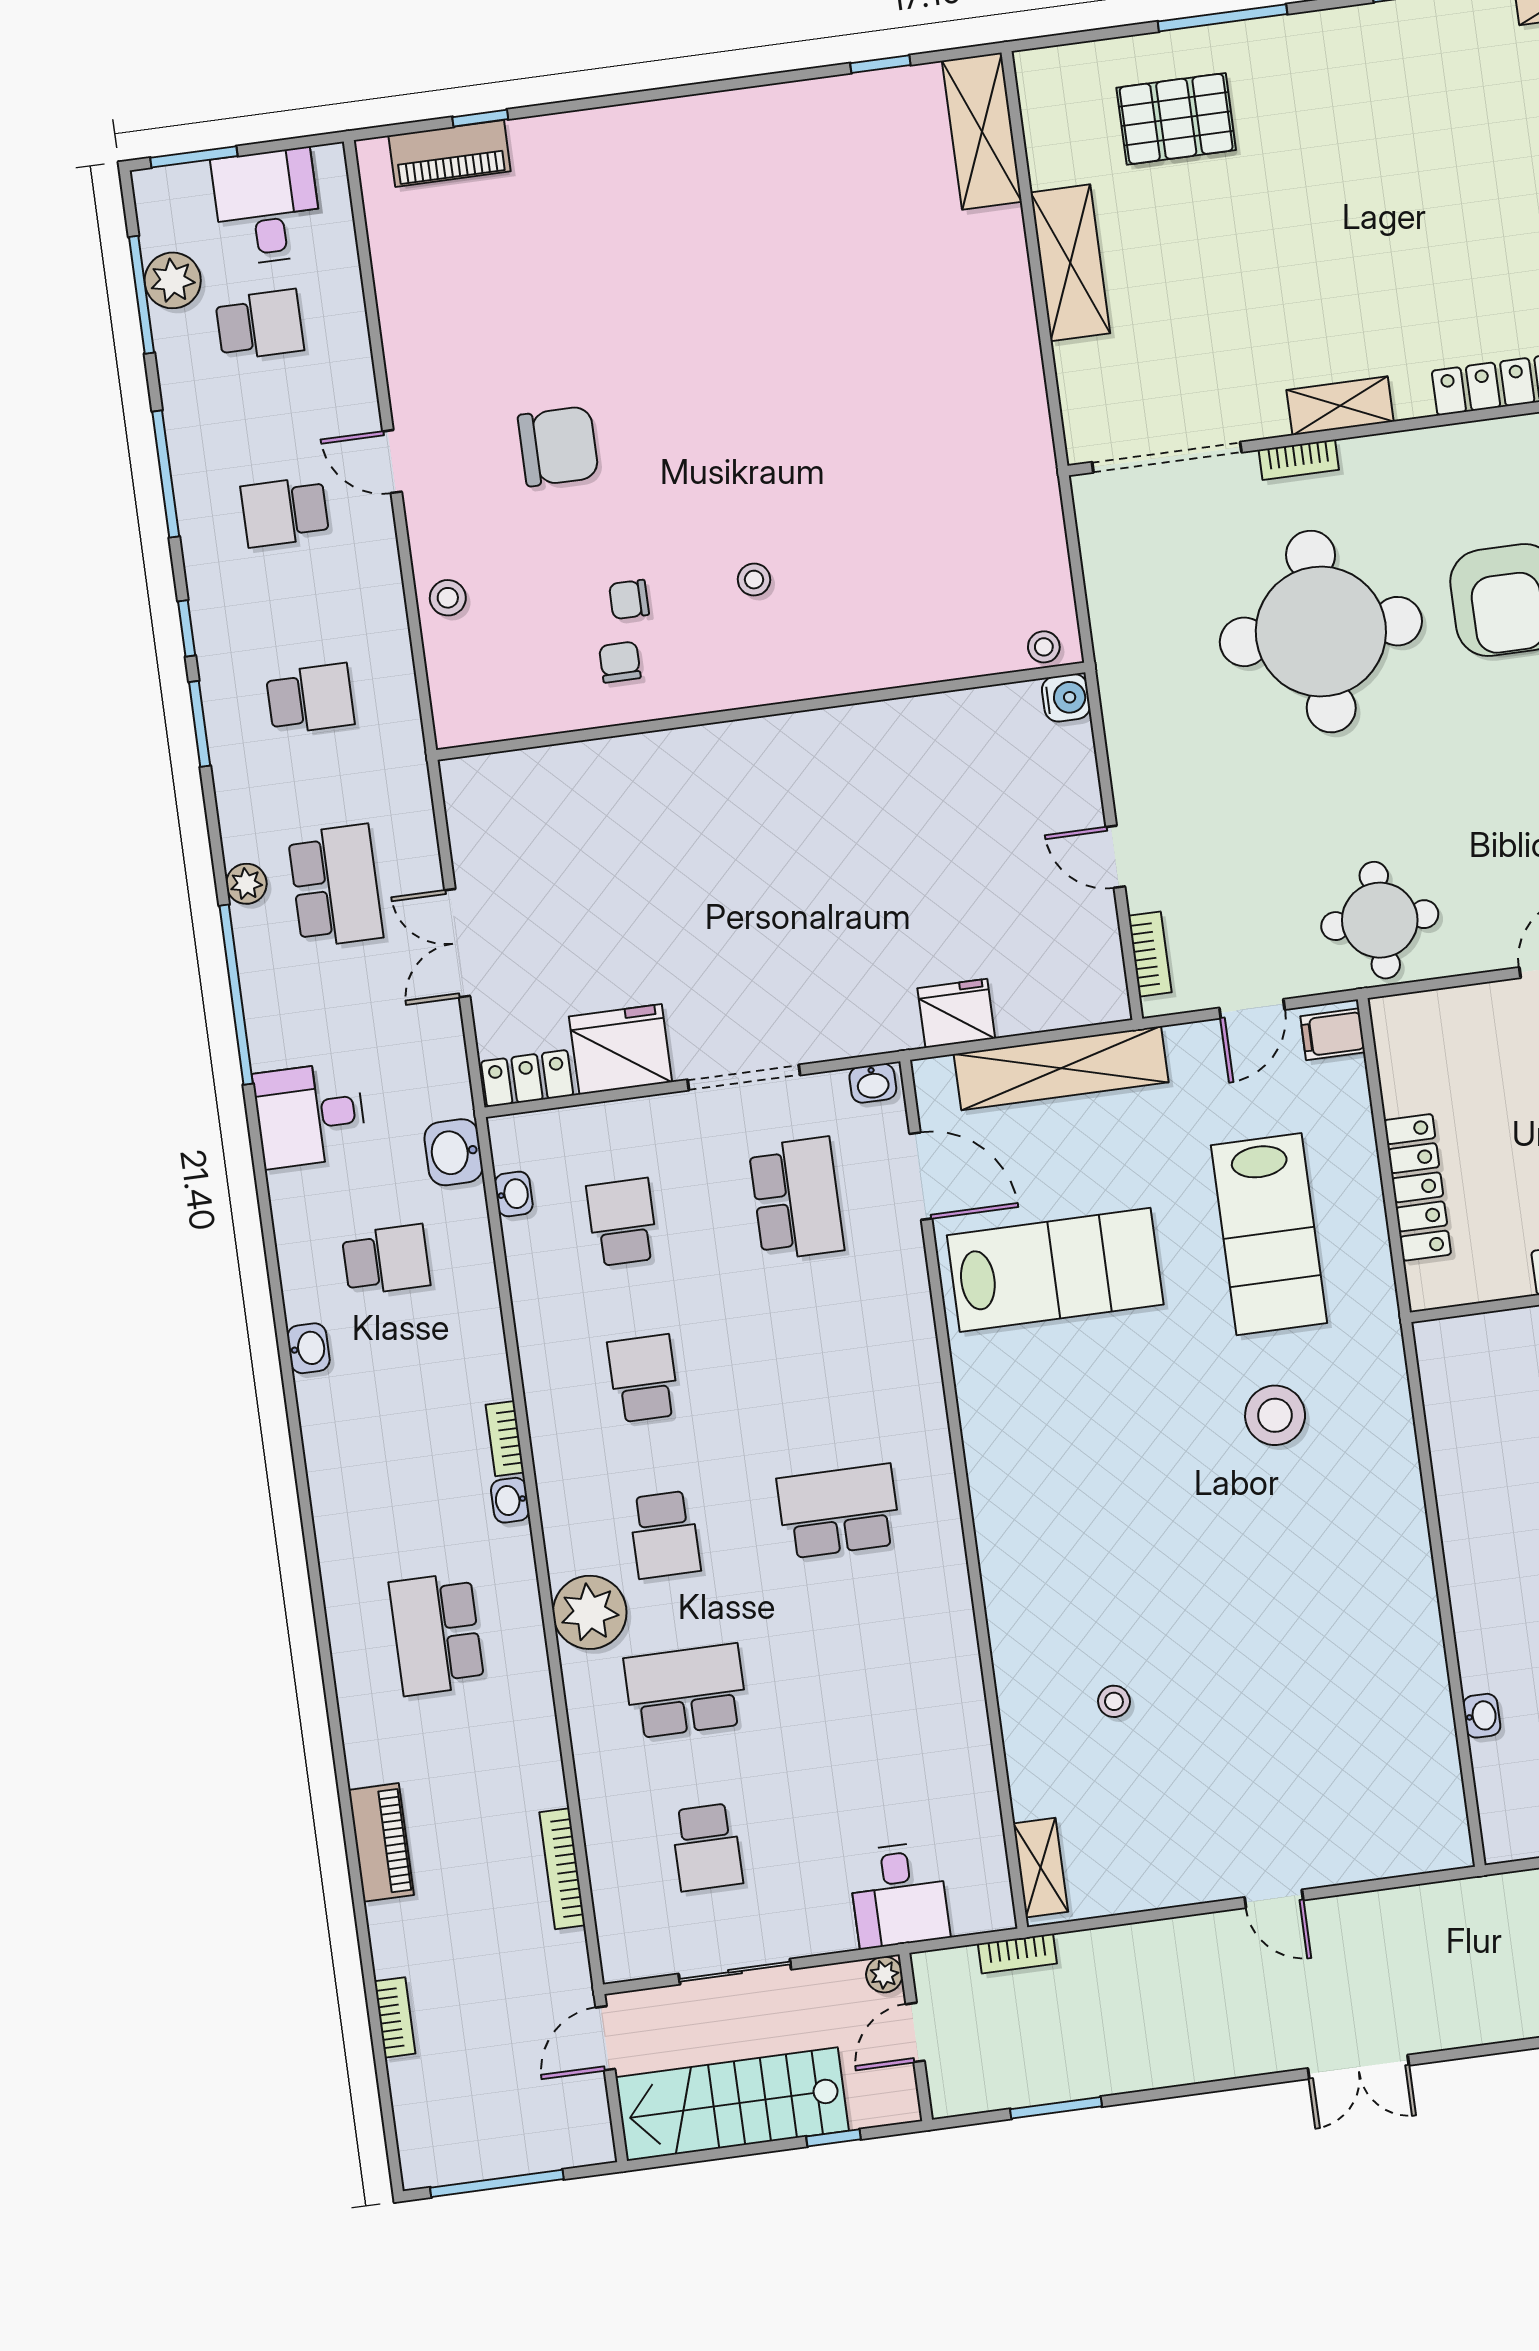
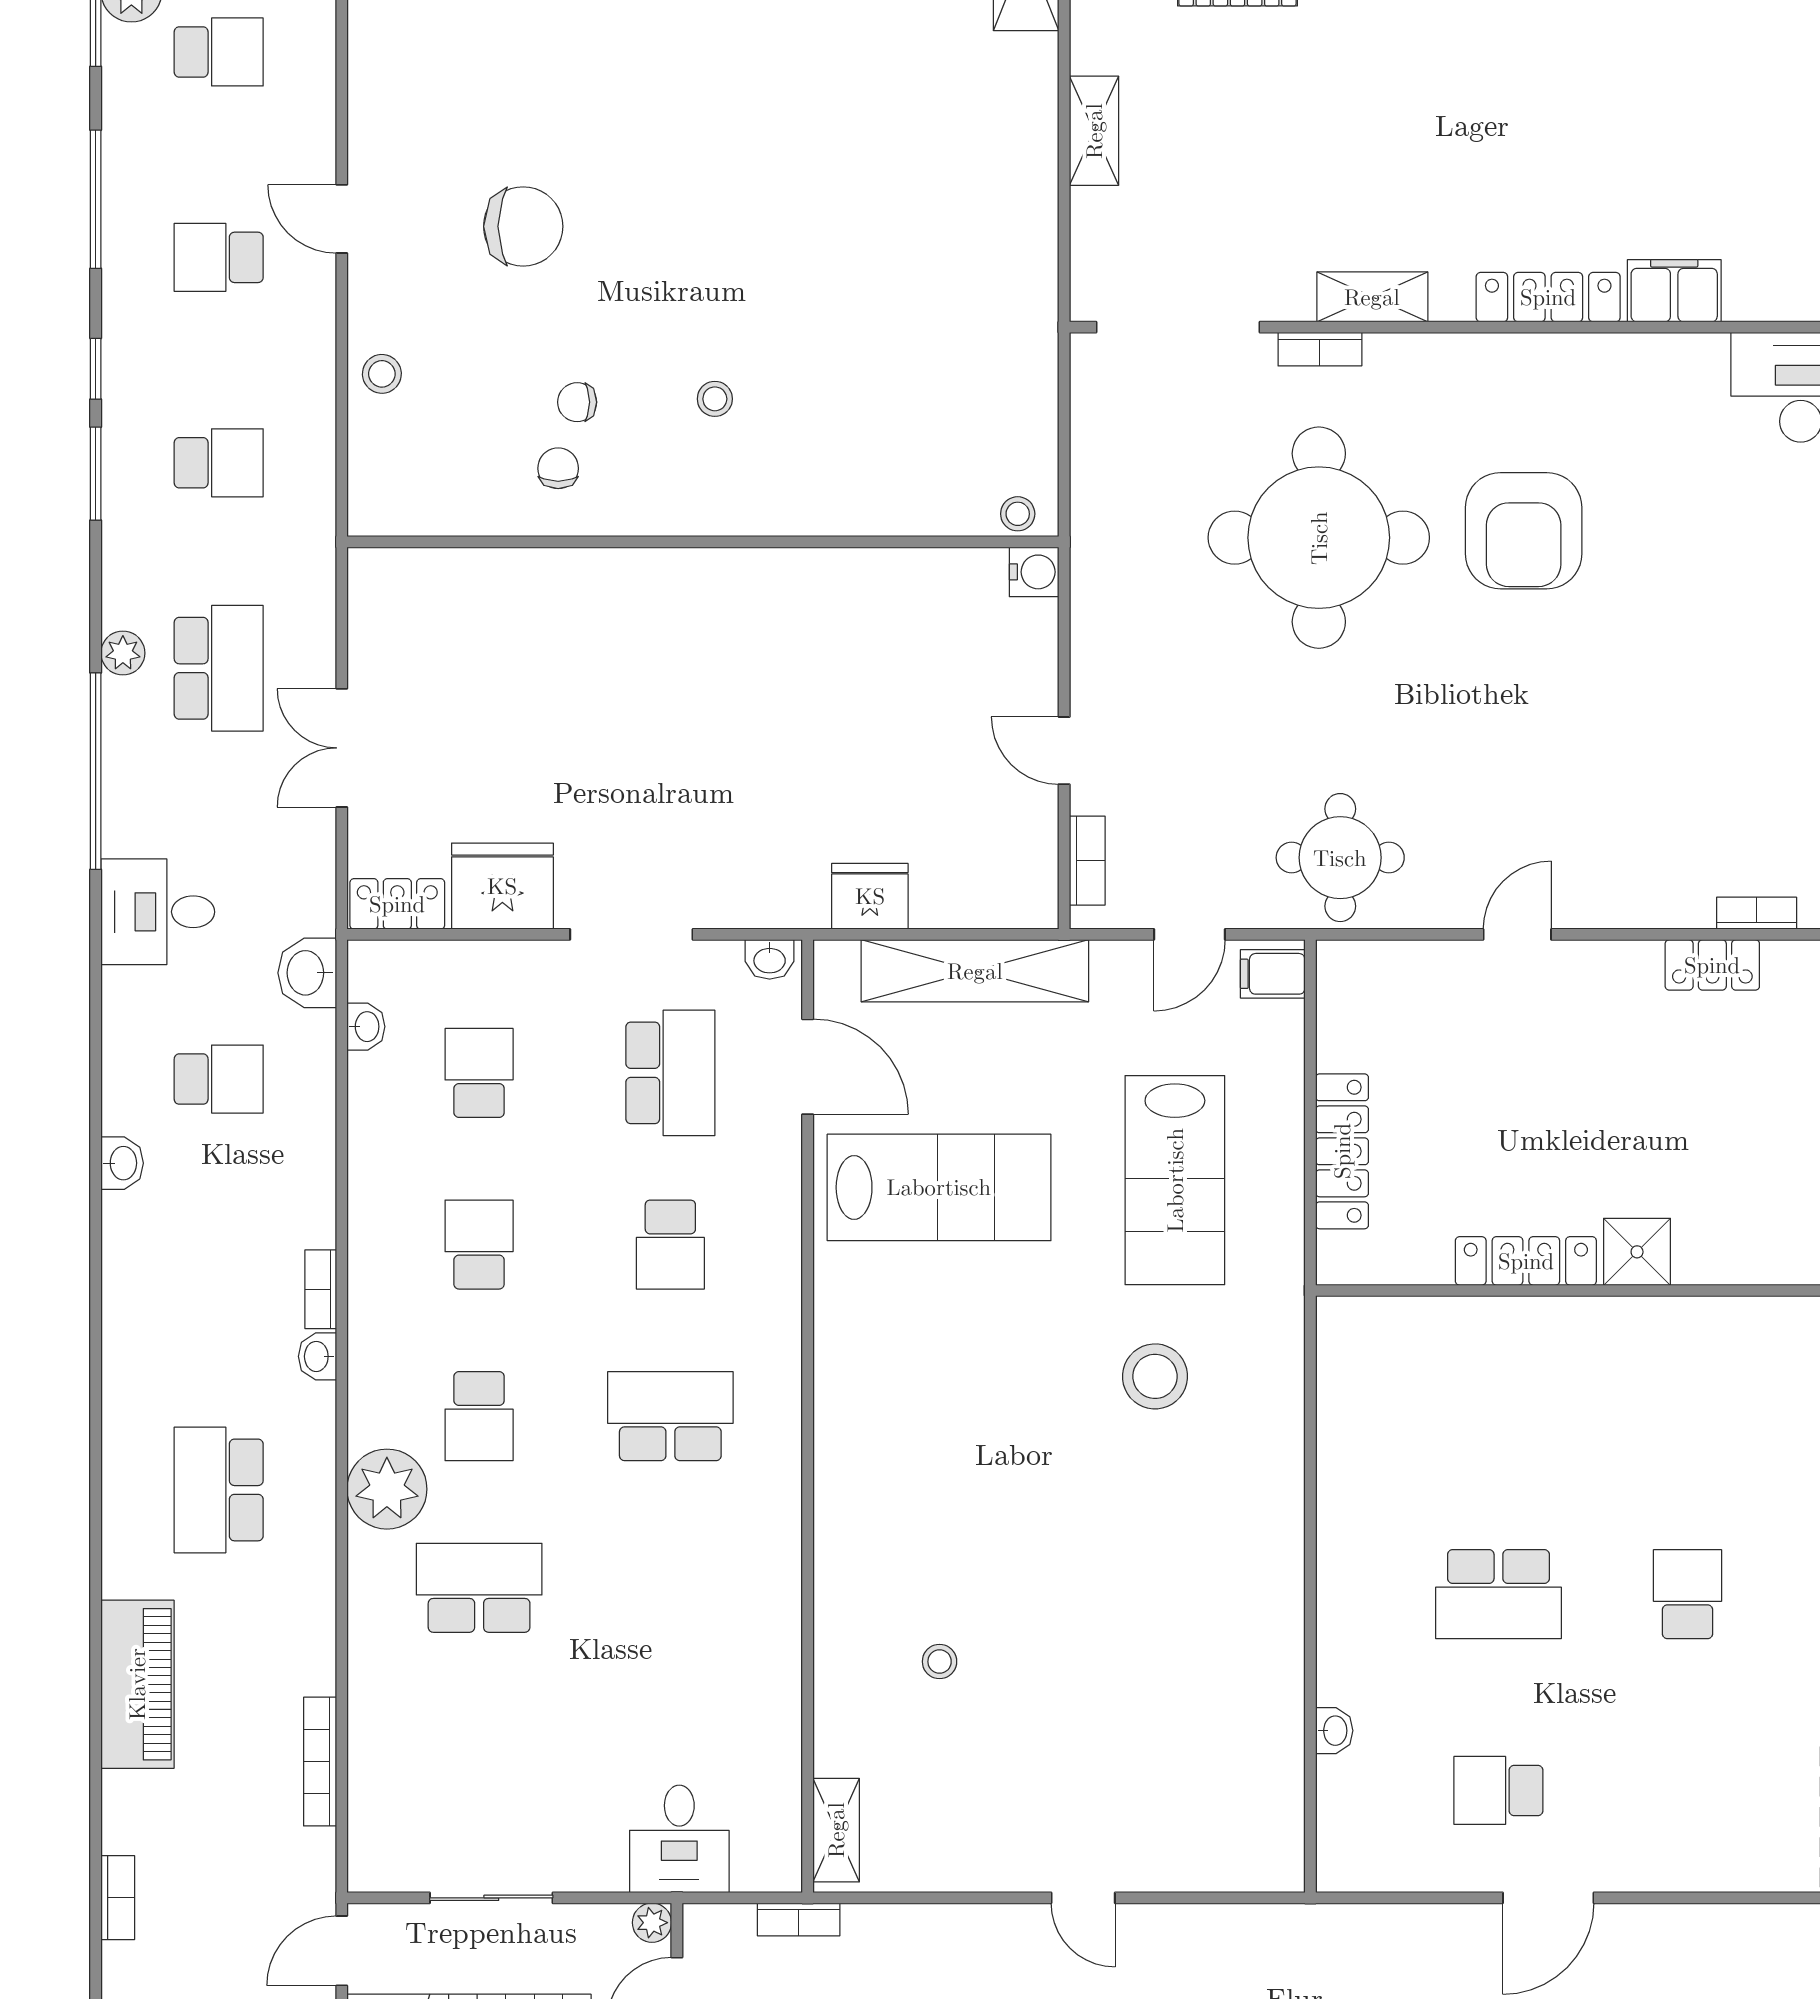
shelving: (1070, 263) -> (1094, 131), width x0.67, depth x0.75
piano: (381, 1842) -> (137, 1684), width x1.37, depth x1.33
school desk: (707, 1847) -> (670, 1245), moved

